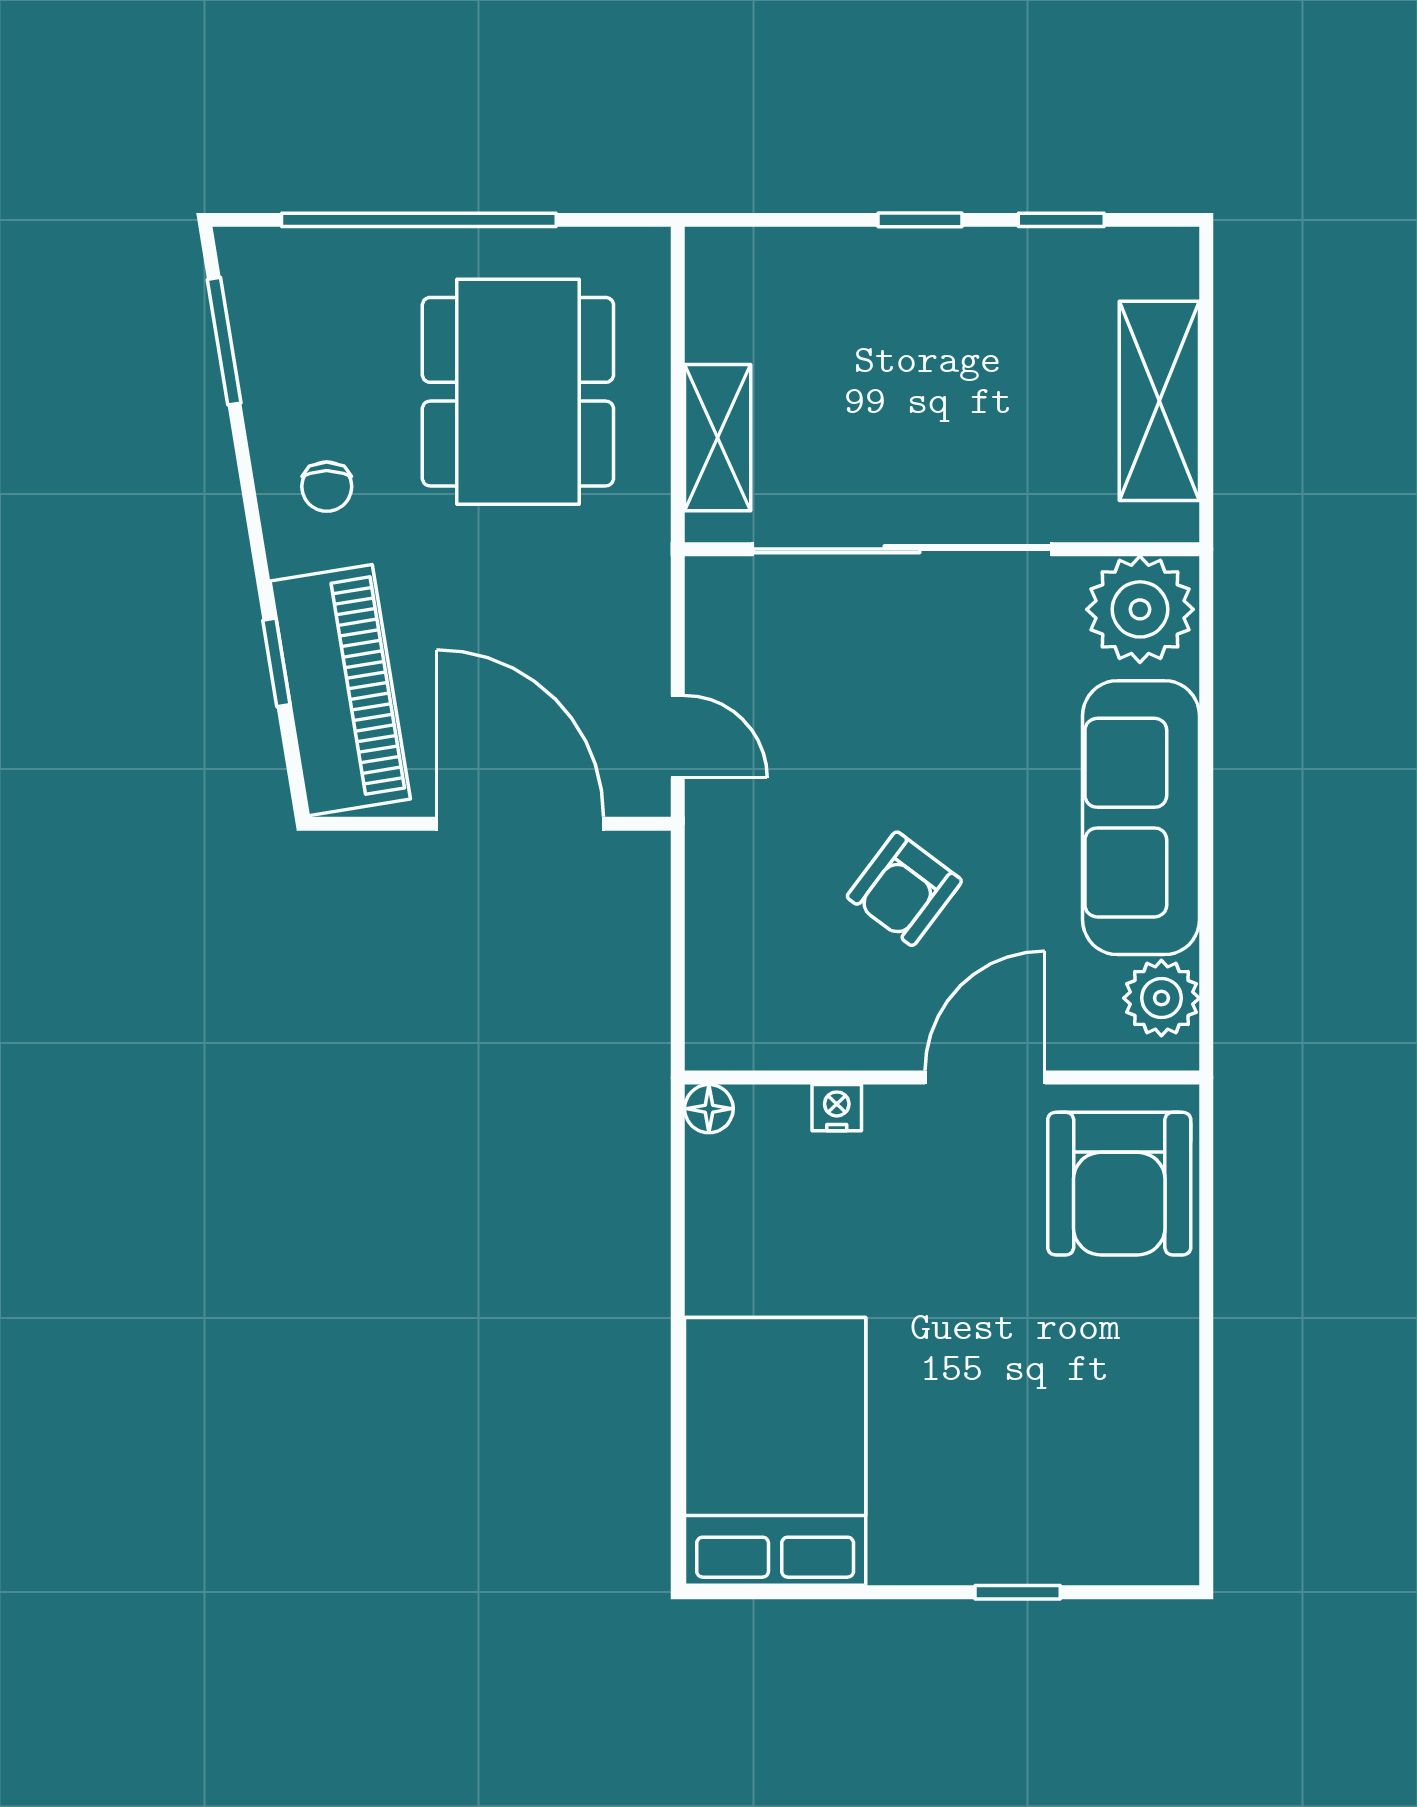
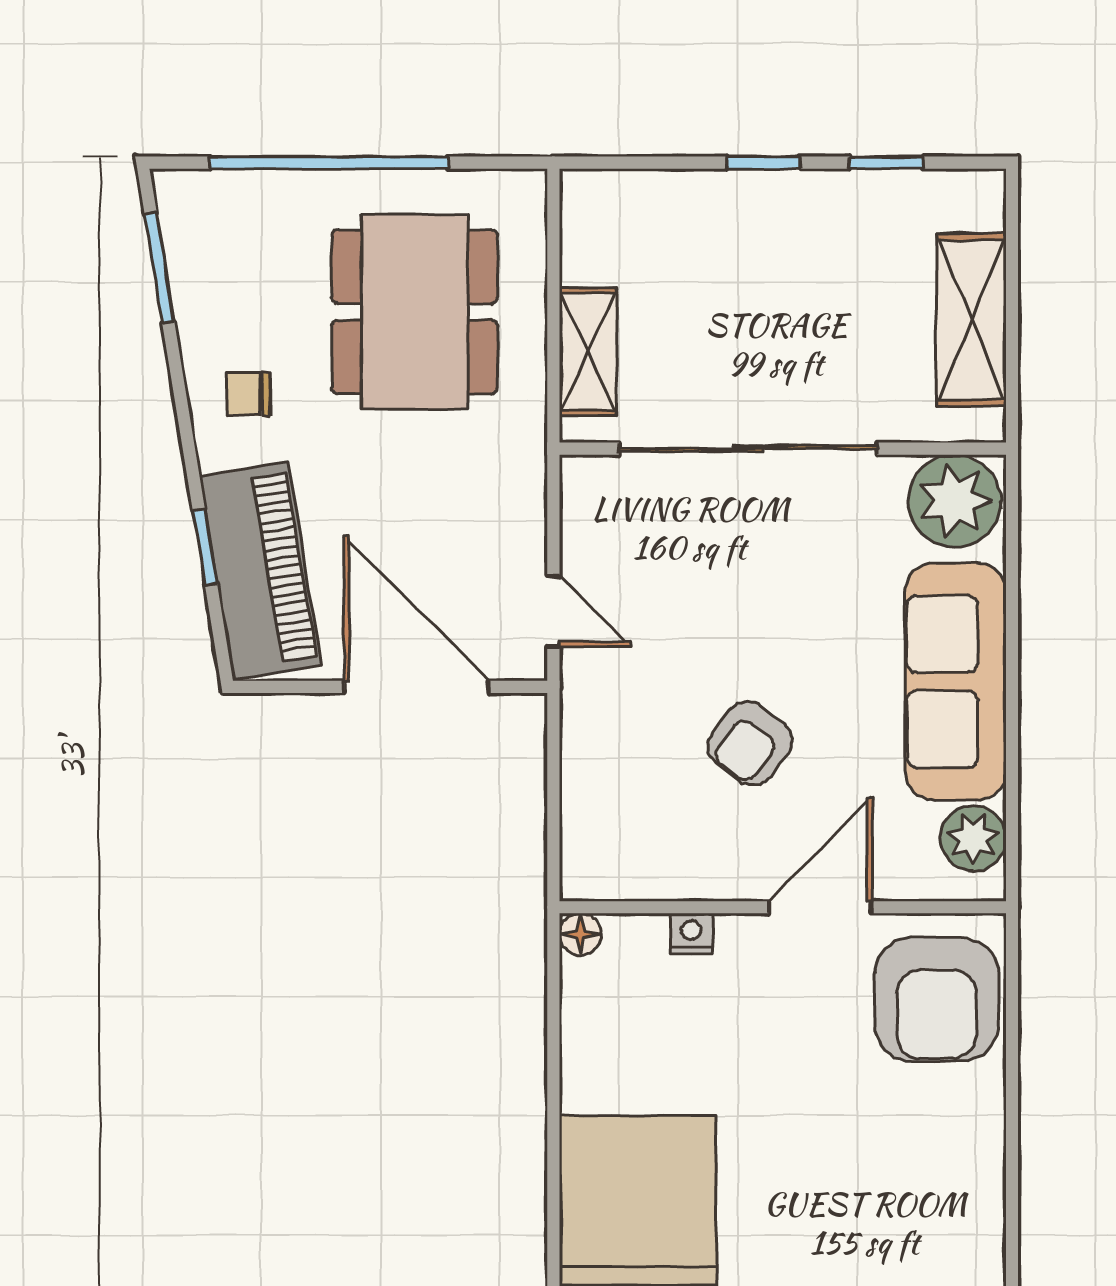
chair: (327, 487) -> (249, 394), turned 90

